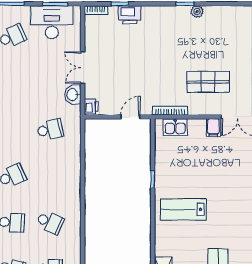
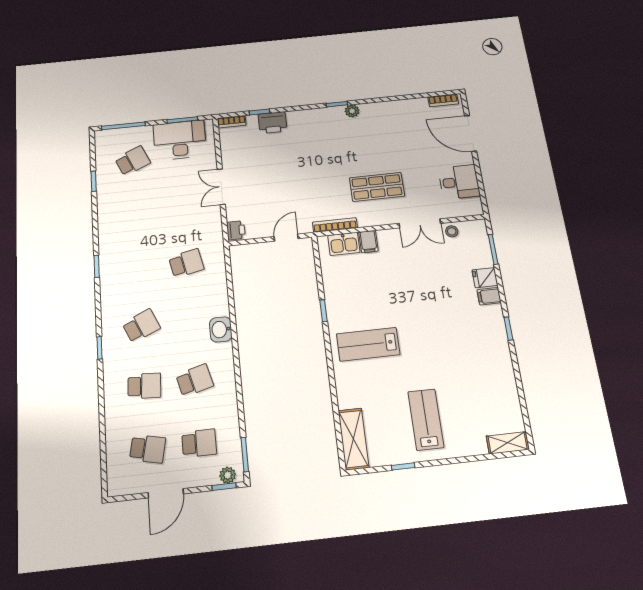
washbasin: (73, 95) -> (221, 329), moved
filing cabinet: (213, 127) -> (368, 242), moved
school desk: (50, 222) -> (195, 380), turned -39

